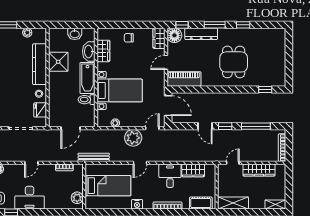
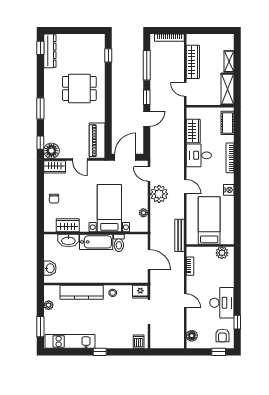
window: (243, 25) -> (40, 48), moved
washbasin: (75, 34) -> (50, 268), moved
dresser: (201, 34) -> (50, 51), moved
shower: (58, 62) -> (79, 273), removed
fridge: (40, 110) -> (140, 292), moved
shelving: (275, 205) -> (229, 61), moved

